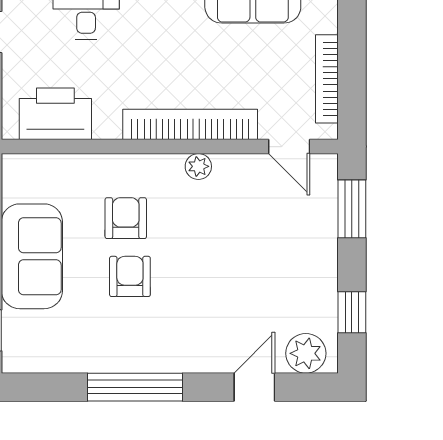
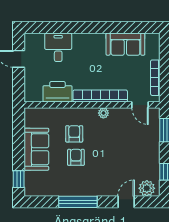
printer: (55, 114) -> (58, 92), moved

